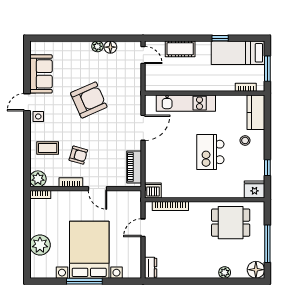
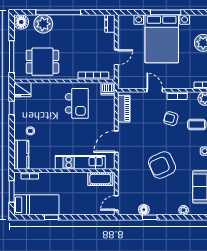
window: (103, 38) -> (150, 217), added
plant: (97, 46) -> (184, 210), moved
cot: (180, 49) -> (100, 179), moved
door: (143, 55) -> (116, 203), hinge flipped
kitchen island: (210, 152) -> (77, 103), moved
window: (267, 244) -> (12, 57), moved
plant: (225, 272) -> (43, 24), width x1.88, depth x1.88
window: (212, 281) -> (58, 12), added

